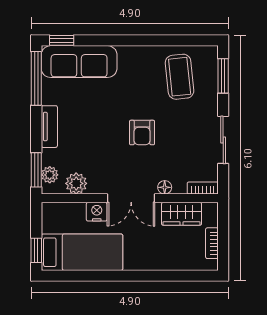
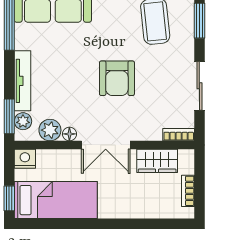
tv unit: (49, 127) -> (23, 81), width x1.41
armchair: (142, 133) -> (117, 78), width x1.38, depth x1.38
floor lamp: (165, 187) -> (69, 134), moved
nightstand: (97, 212) -> (25, 159), moved

